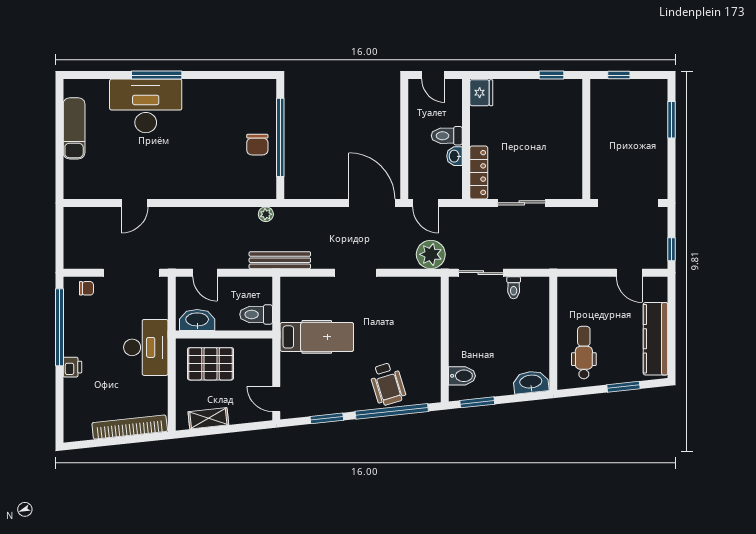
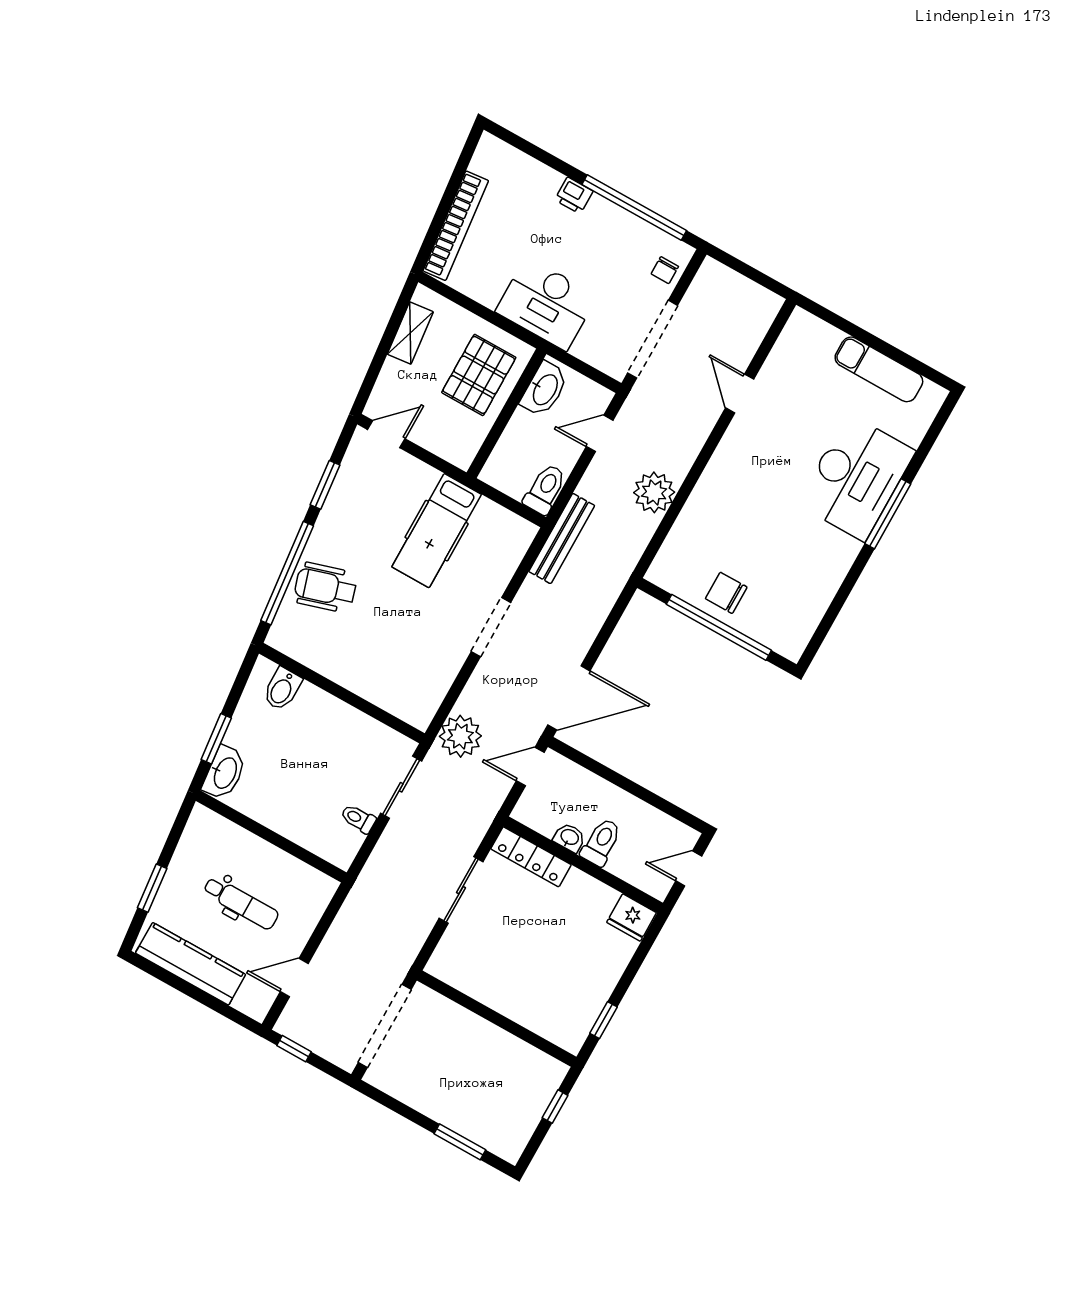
plant: (266, 214) -> (654, 492), moved, width x1.88, depth x1.88
toilet: (256, 314) -> (545, 489), moved
dental chair: (584, 353) -> (241, 903), moved
window: (477, 402) -> (216, 739), moved

